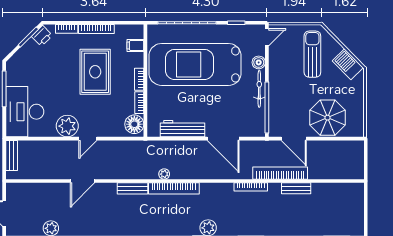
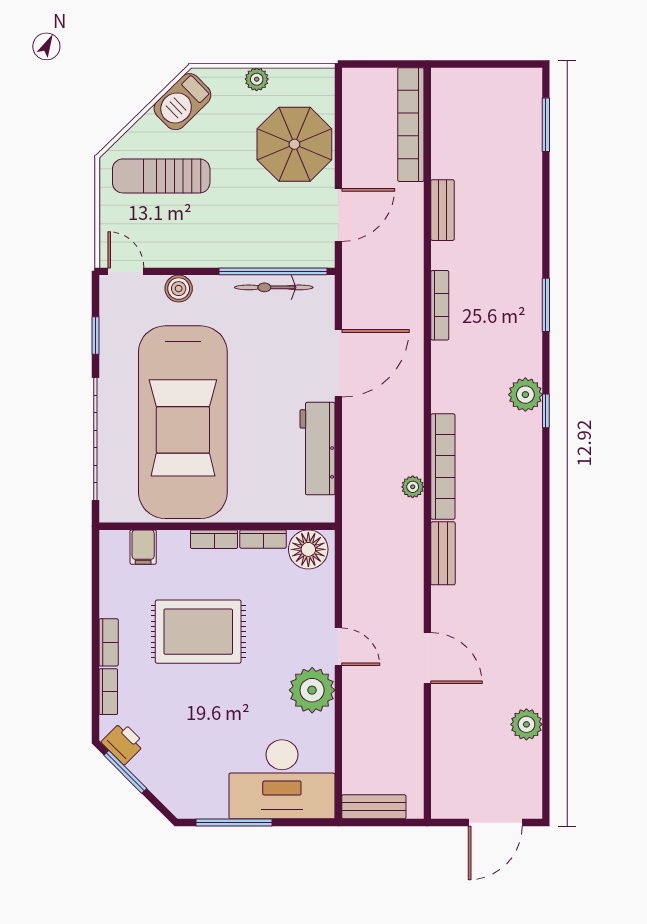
bookcase: (96, 29) -> (109, 642), width x0.64
bicycle: (259, 89) -> (274, 287), moved
plant: (358, 100) -> (257, 79), added
bookcase: (280, 173) -> (411, 125), moved

